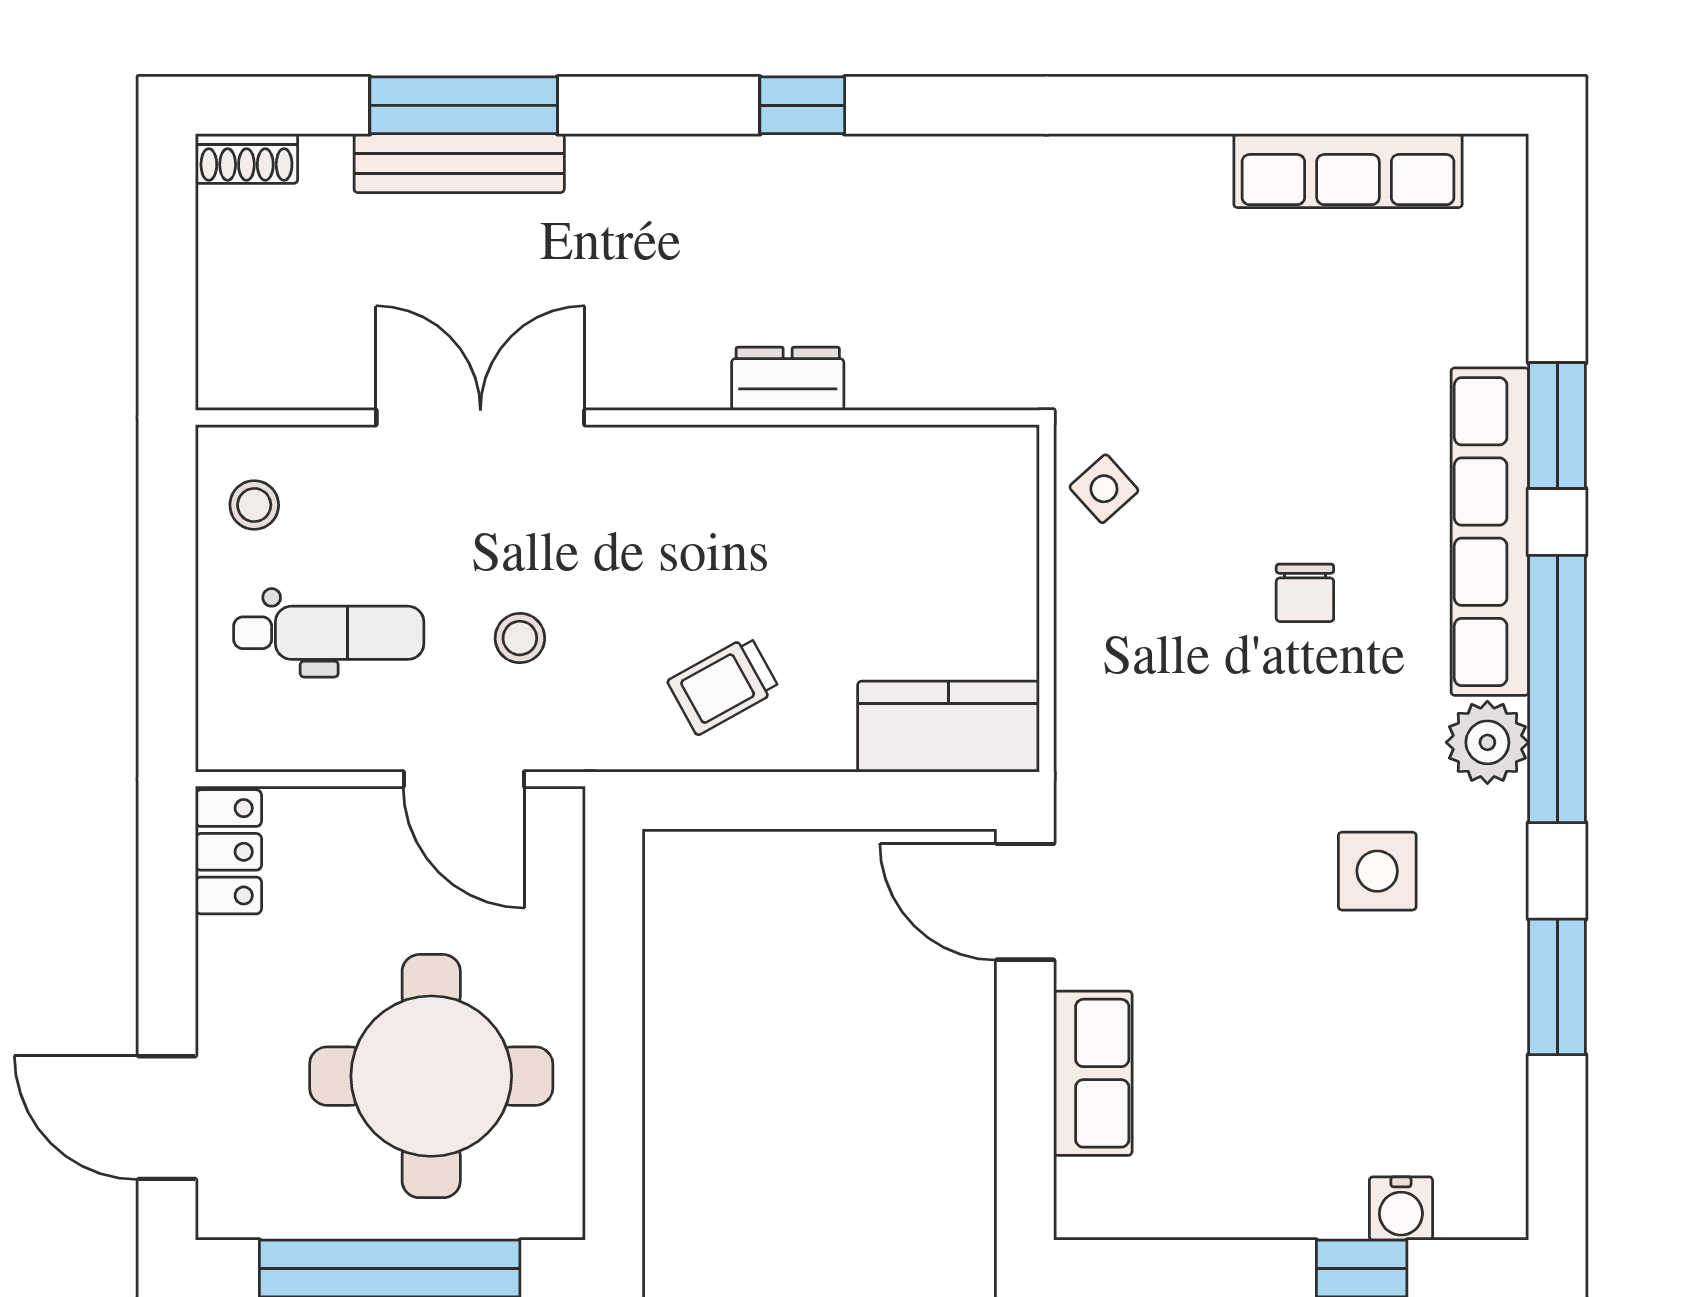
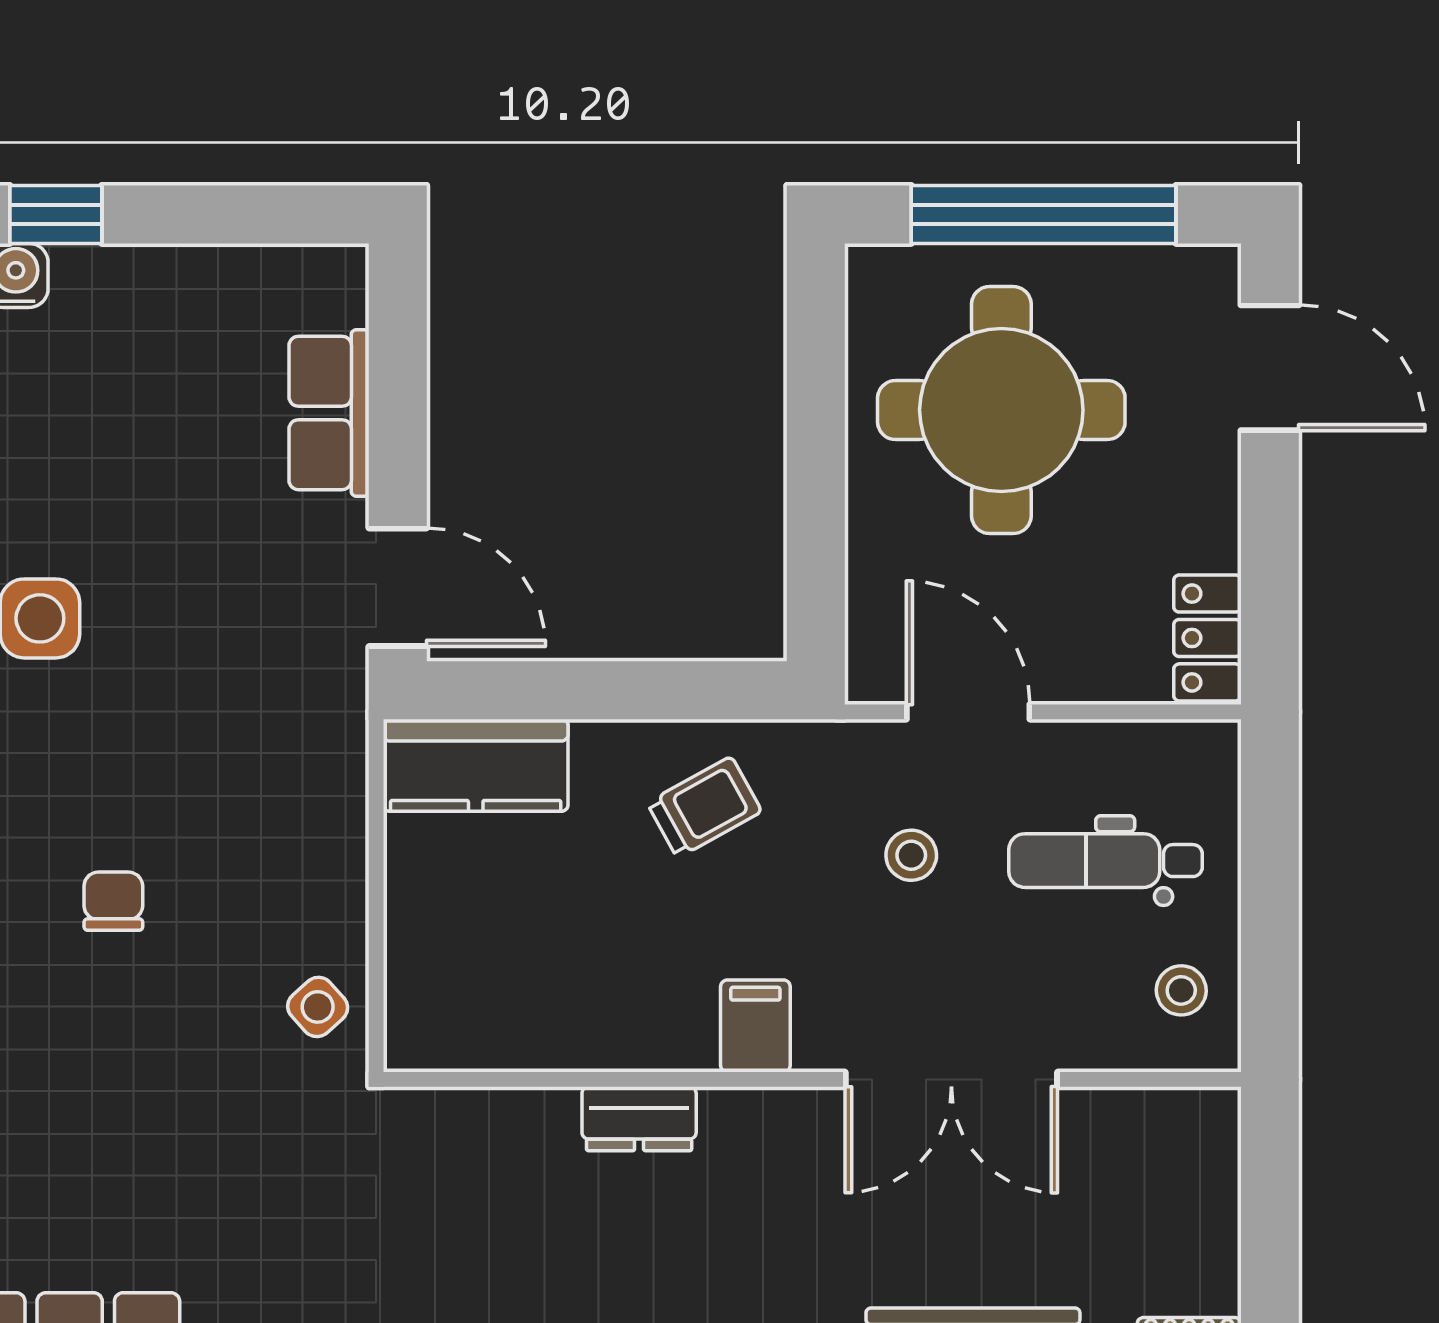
filing cabinet: (673, 470) -> (755, 1026), added

